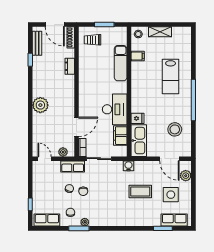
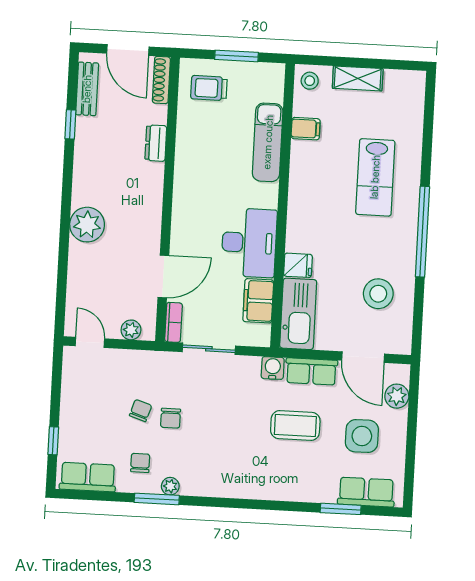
row of seats: (73, 166) -> (311, 371), moved

